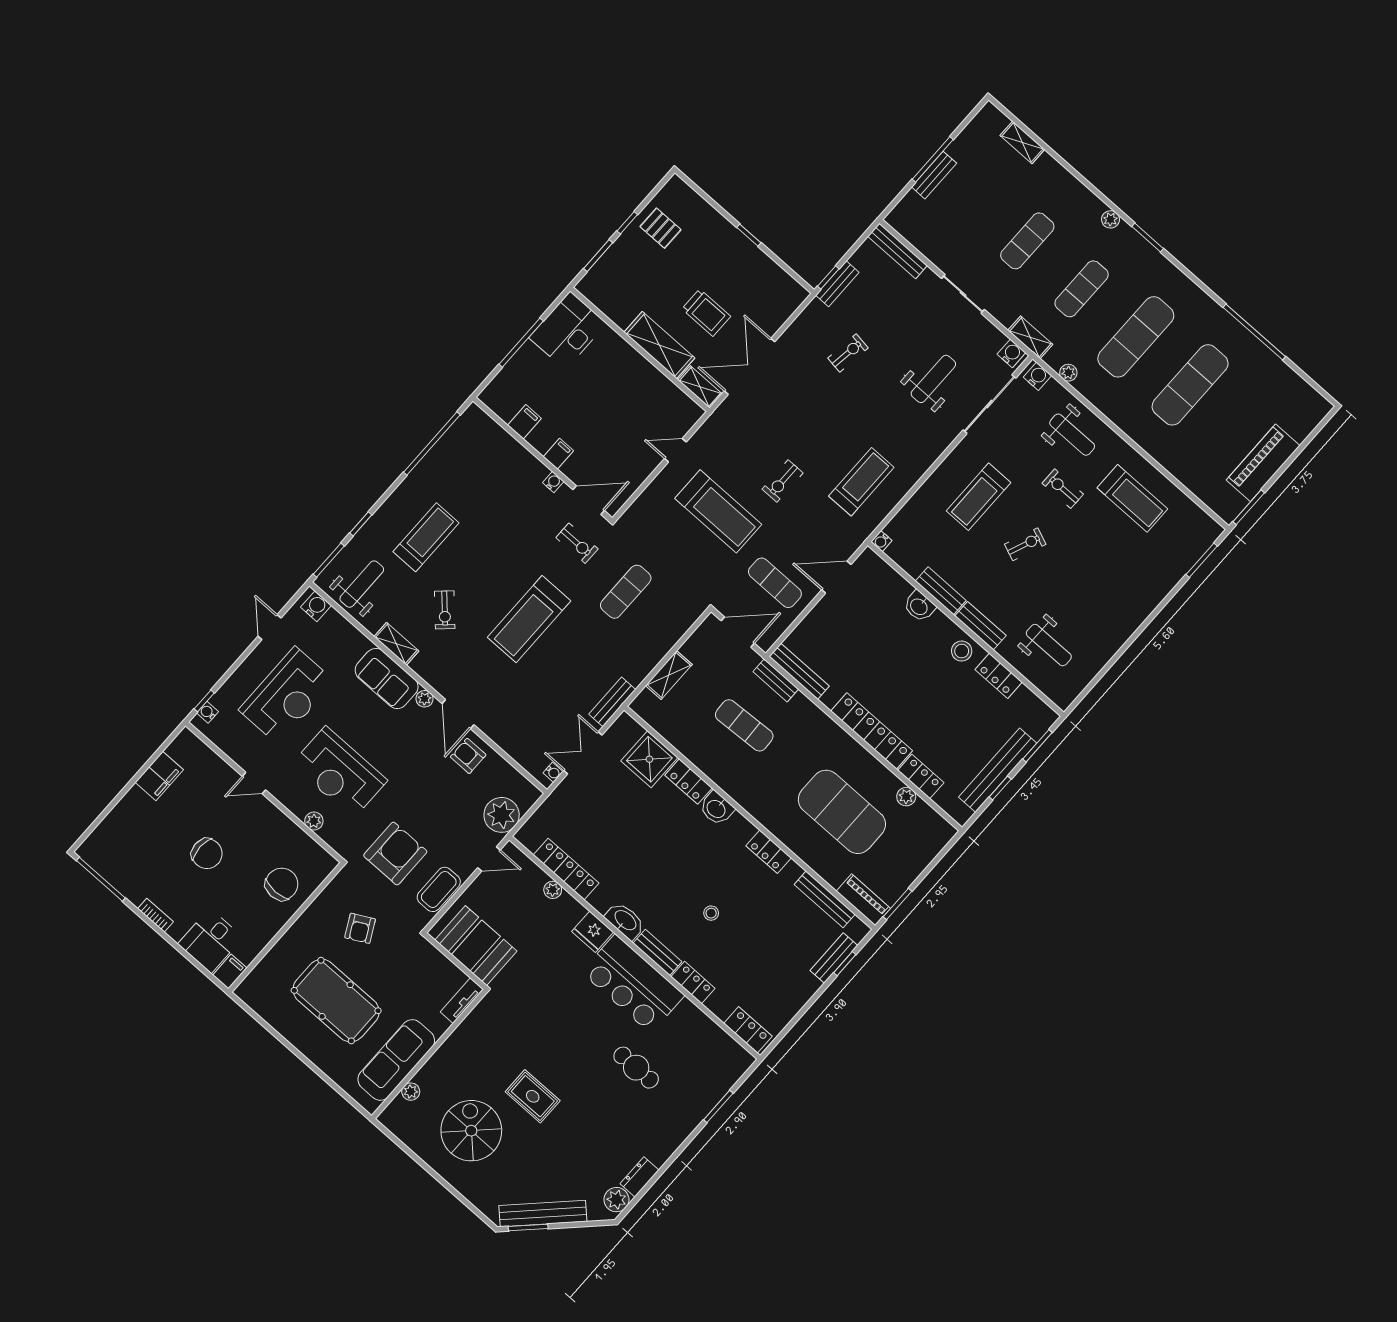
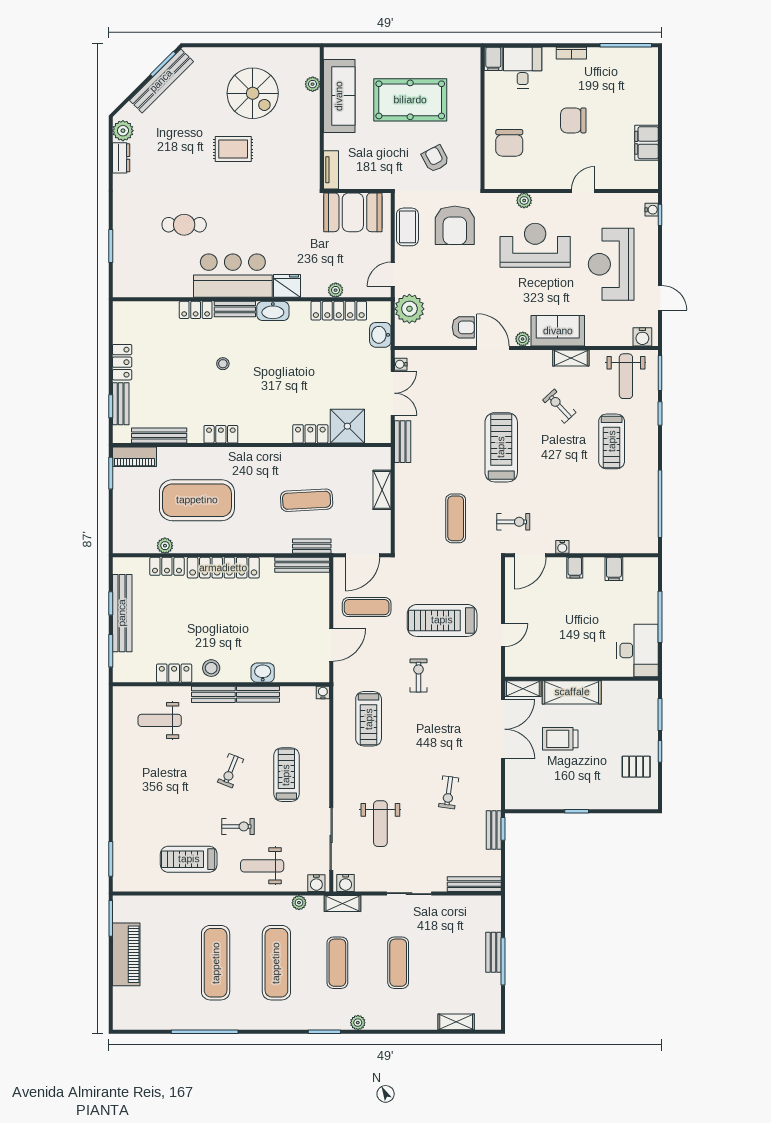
exercise bike: (577, 543) -> (513, 522), turned 180
washbasin: (717, 808) -> (380, 335), moved, turned -90
locker: (748, 1030) -> (122, 362), moved, turned -90

